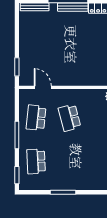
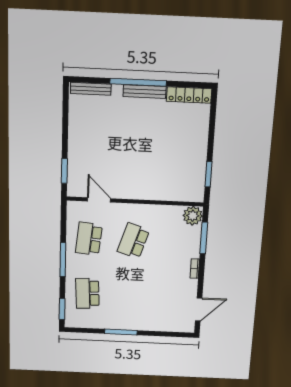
school desk: (70, 118) -> (133, 241), turned 33

